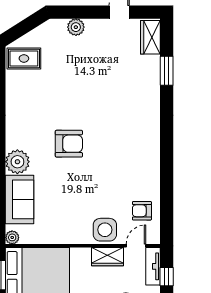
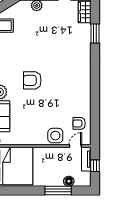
armchair: (69, 144) -> (32, 80), turned 180
wardrobe: (108, 257) -> (57, 153), removed

